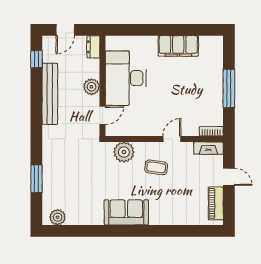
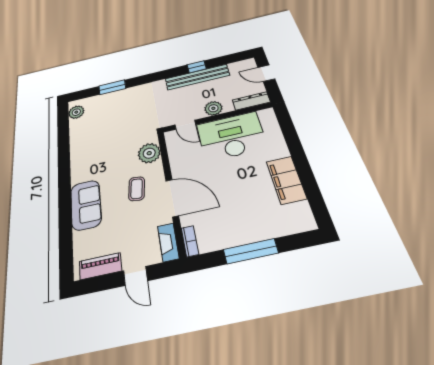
dresser: (93, 47) -> (251, 101), width x1.44
window: (36, 59) -> (197, 67), moved
door: (172, 139) -> (172, 198), width x1.88
door: (229, 177) -> (136, 276), hinge flipped
sofa: (126, 212) -> (86, 205), moved

